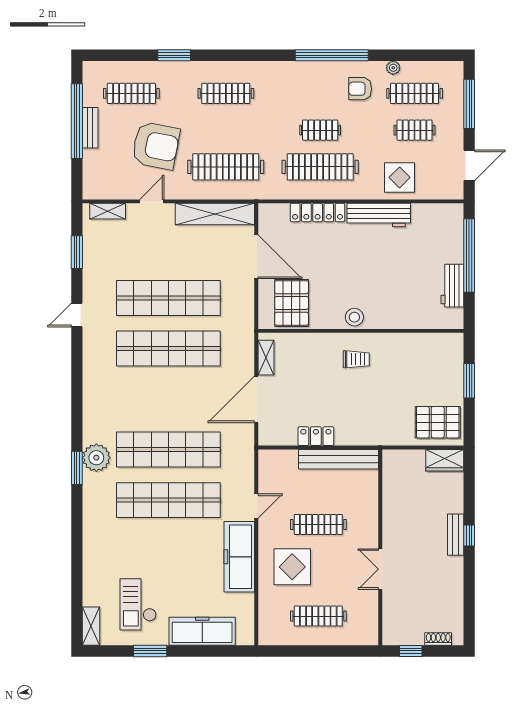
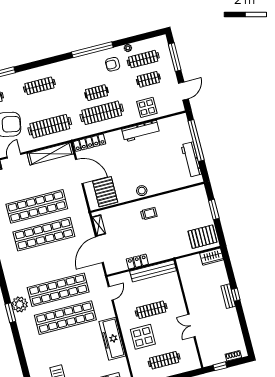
locker: (318, 213) -> (89, 143), moved
workbench: (452, 286) -> (191, 159), width x1.38
door: (256, 506) -> (111, 293), moved

